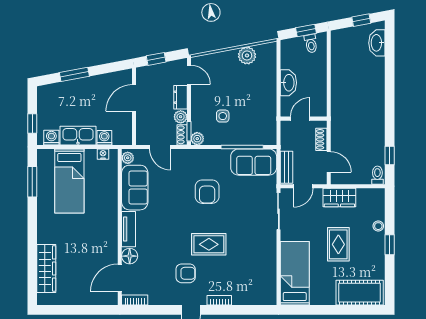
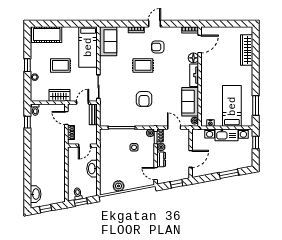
sofa: (254, 162) -> (108, 41), moved, turned 90
armchair: (207, 192) -> (144, 99), turned 180
rug: (338, 244) -> (60, 65), turned 90

